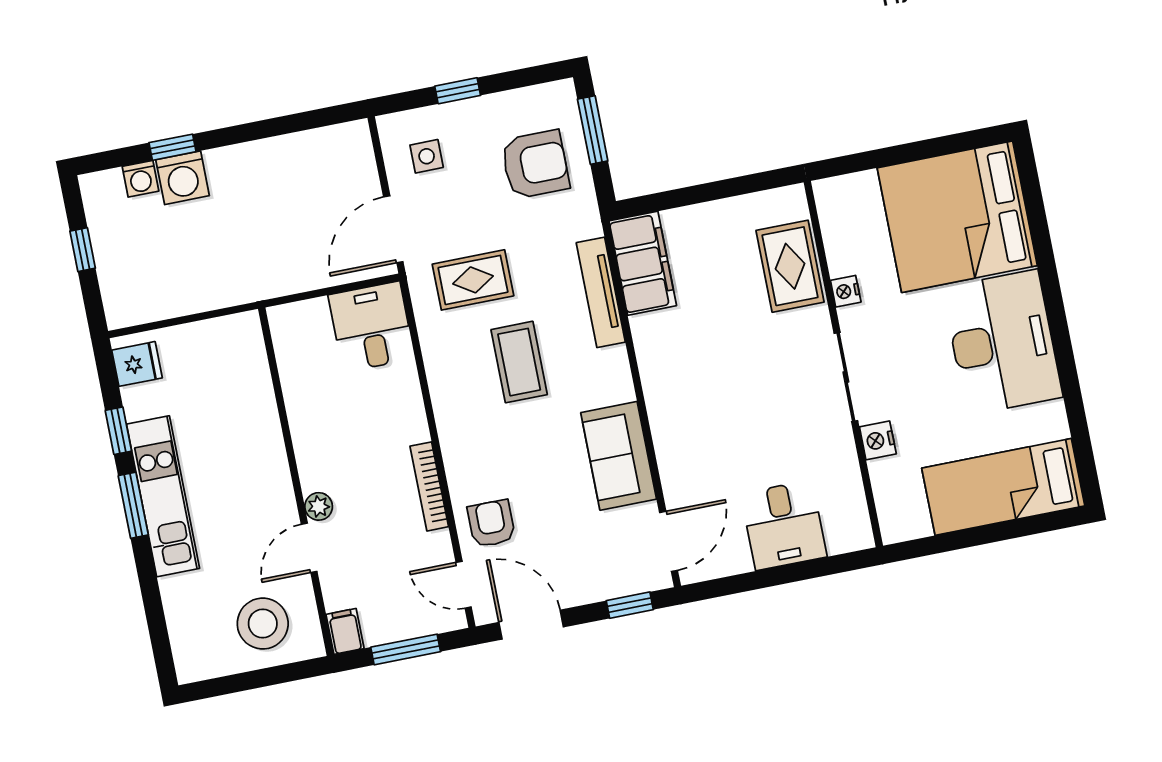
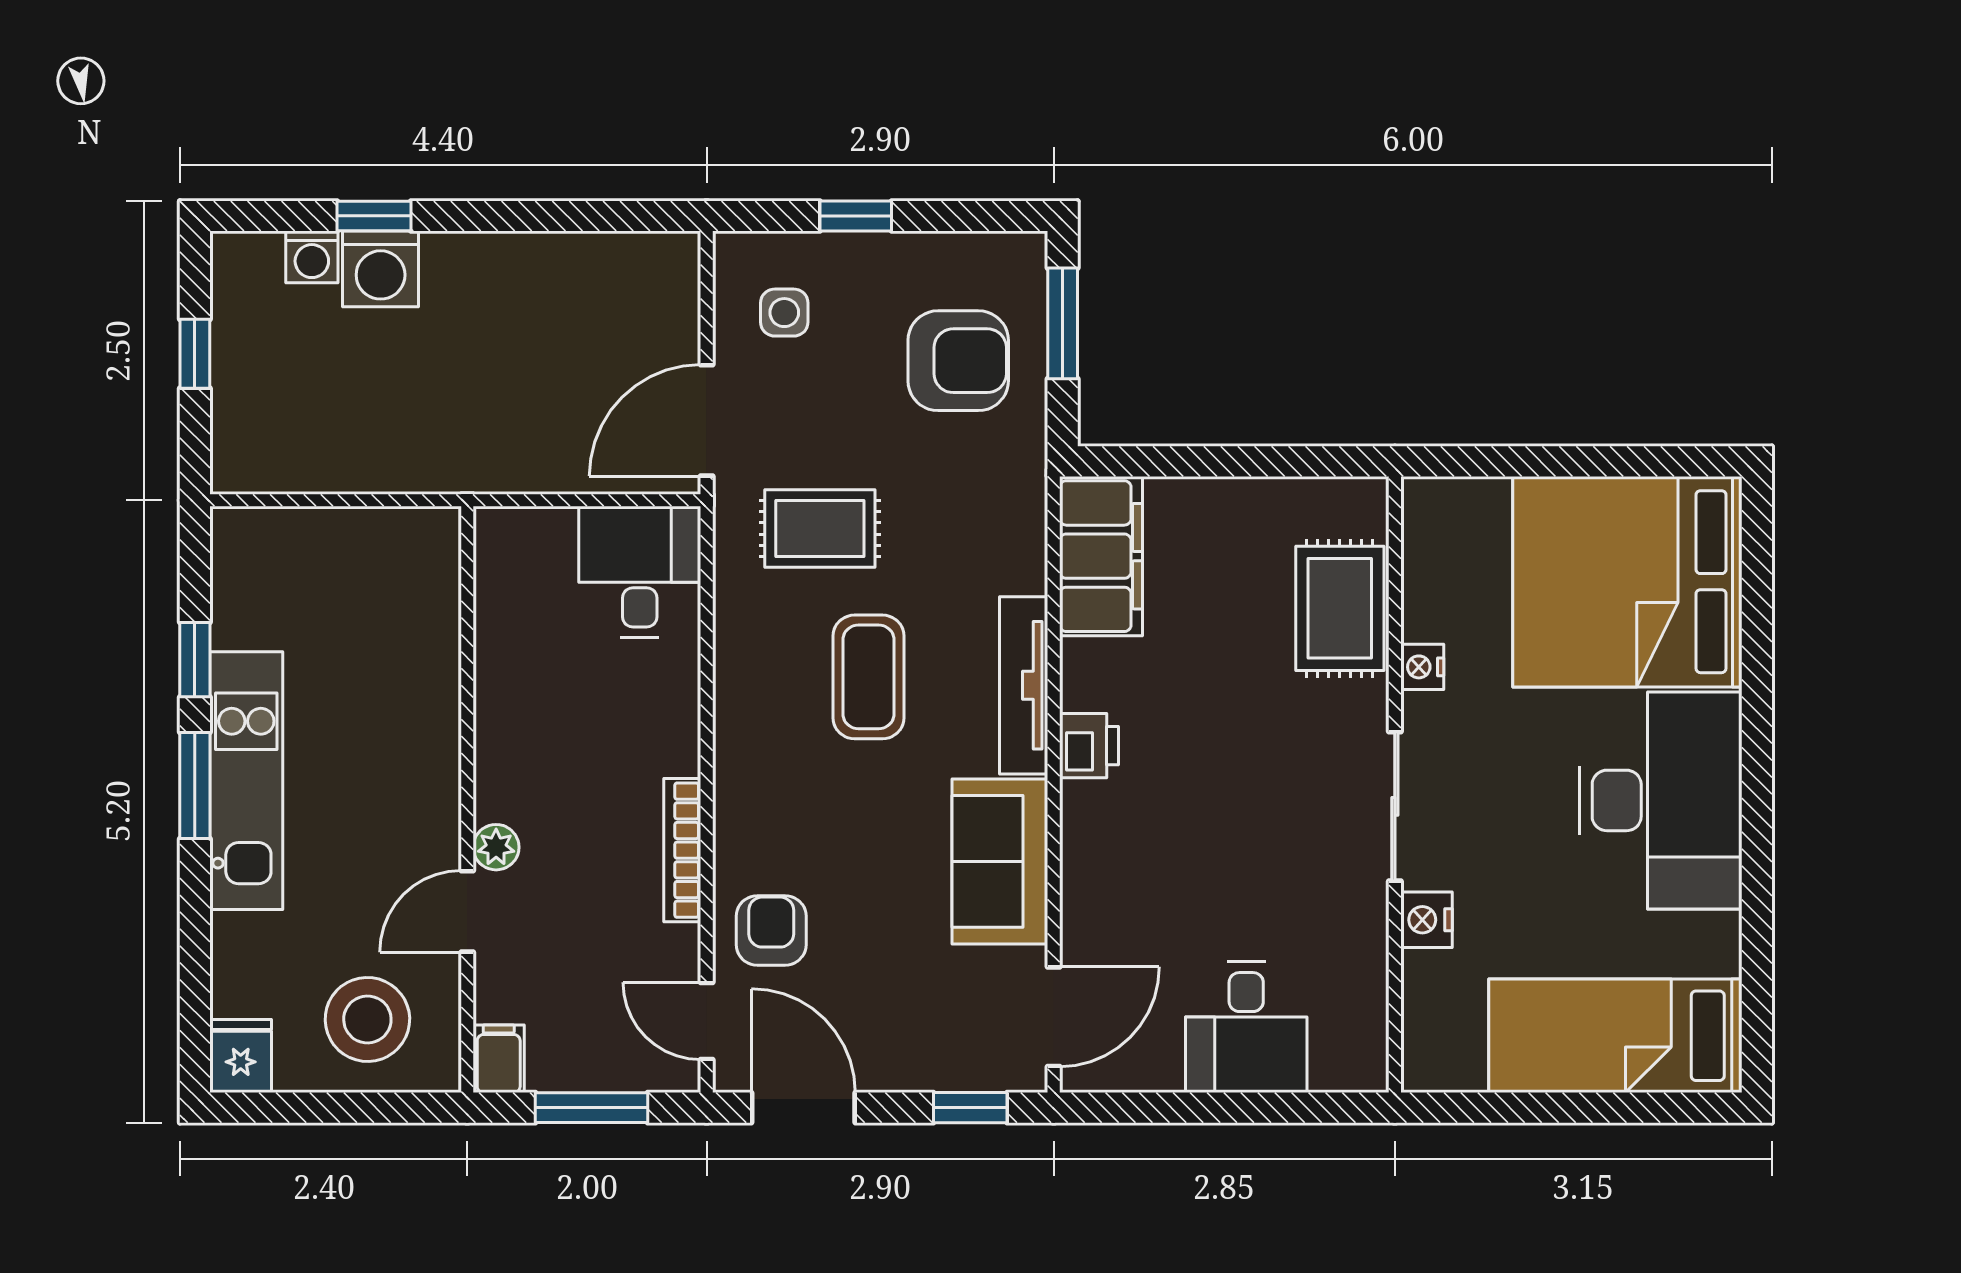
tv unit: (601, 292) -> (1024, 685), moved
fridge: (137, 364) -> (241, 1056), moved, turned -90
printer: (658, 377) -> (1089, 746), added

